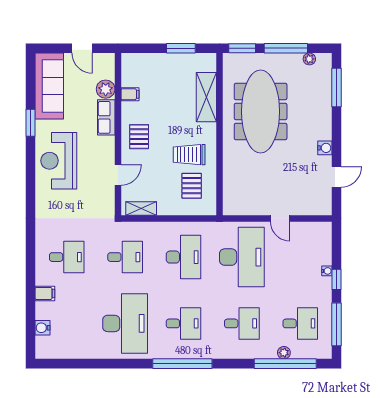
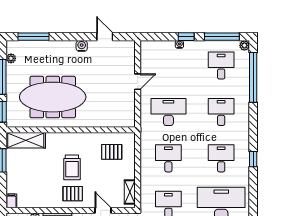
filing cabinet: (130, 94) -> (11, 201), moved
shelving: (206, 97) -> (26, 140), moved
trolley: (189, 155) -> (72, 167), moved
desk: (183, 257) -> (168, 158), width x0.73
desk: (242, 257) -> (168, 112), width x0.73, depth x0.77
plant: (284, 353) -> (244, 45), moved
window: (182, 364) -> (253, 159), width x0.32

